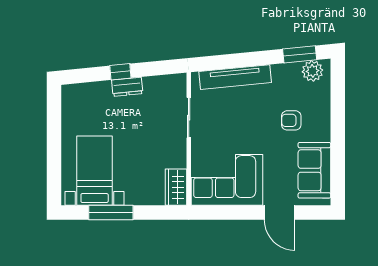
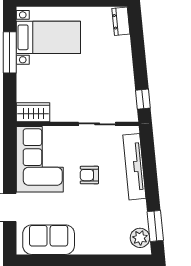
window: (120, 72) -> (143, 99), moved
dresser: (127, 87) -> (121, 21), moved
armchair: (291, 120) -> (89, 175), moved, turned -90

